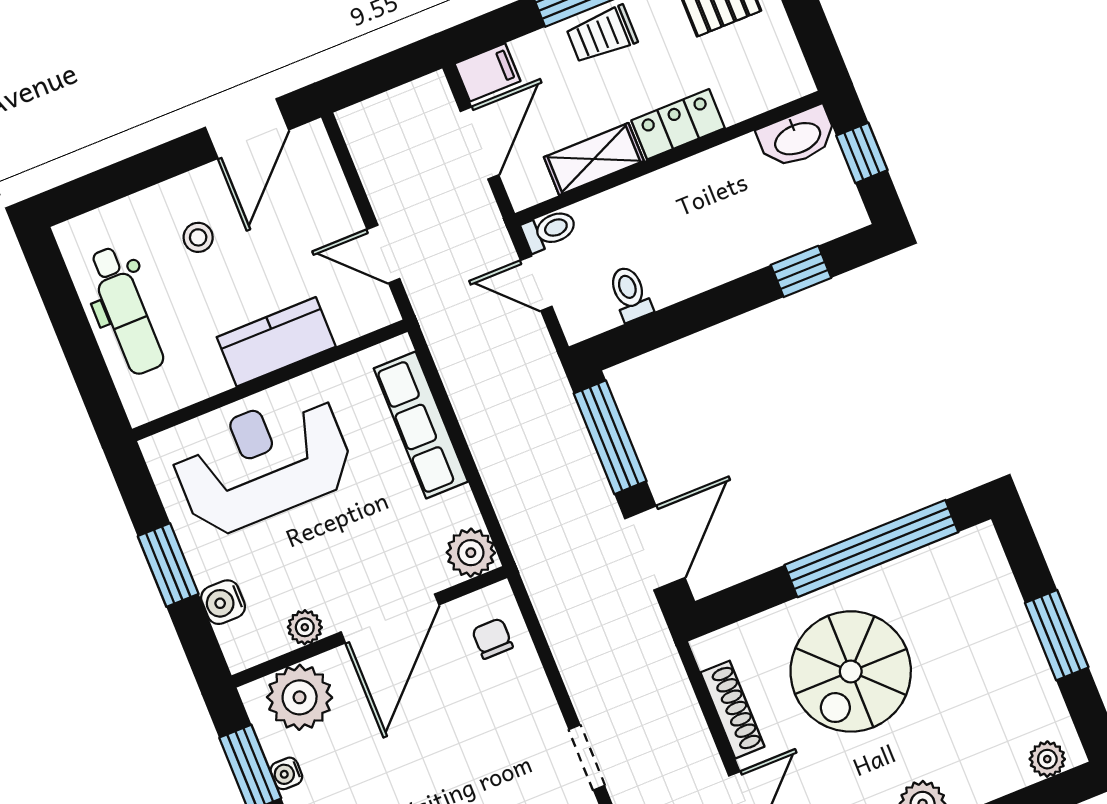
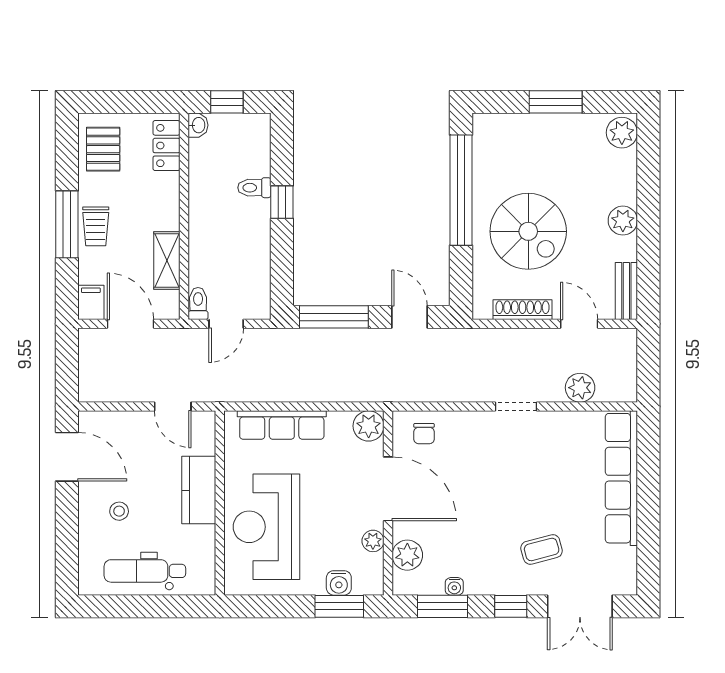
locker: (678, 124) -> (166, 146), moved
washbasin: (797, 137) -> (198, 125), width x0.52, depth x0.69
door: (383, 254) -> (173, 406), hinge flipped
window: (801, 271) -> (282, 202), moved
toilet: (630, 294) -> (254, 188), moved
dental chair: (126, 311) -> (145, 571), turned 180
door: (655, 548) -> (409, 317), width x0.73
window: (168, 565) -> (339, 606), moved
chair: (492, 639) -> (424, 434), turned -90
plant: (300, 697) -> (407, 555), width x0.73, depth x0.73
plant: (1047, 759) -> (622, 133), width x1.38, depth x1.38

